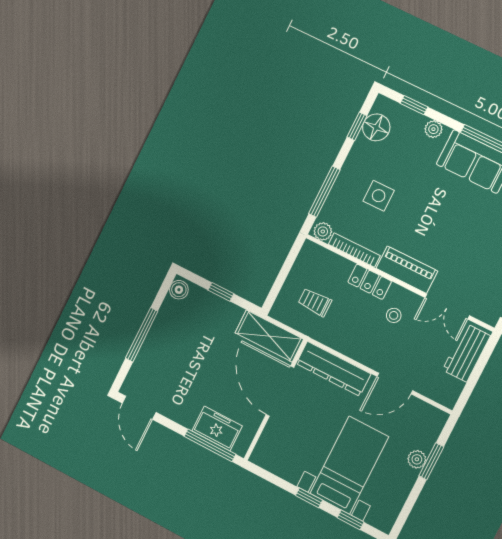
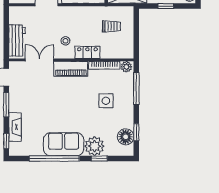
window: (414, 105) -> (99, 158), moved
plant: (433, 129) -> (94, 146), width x1.87, depth x1.87

